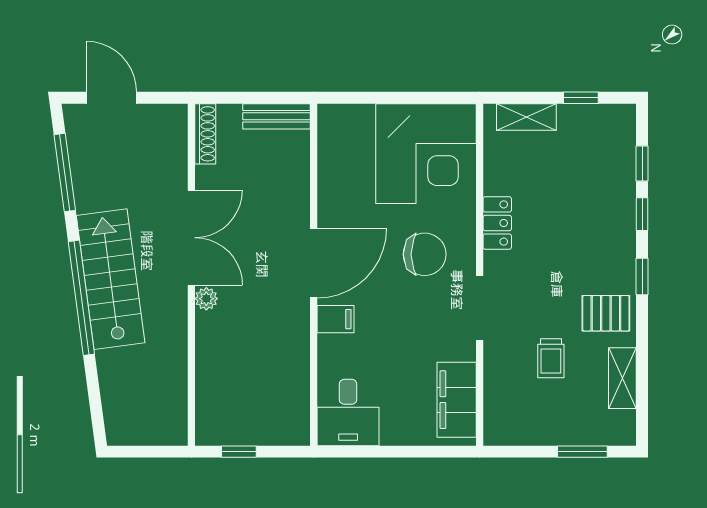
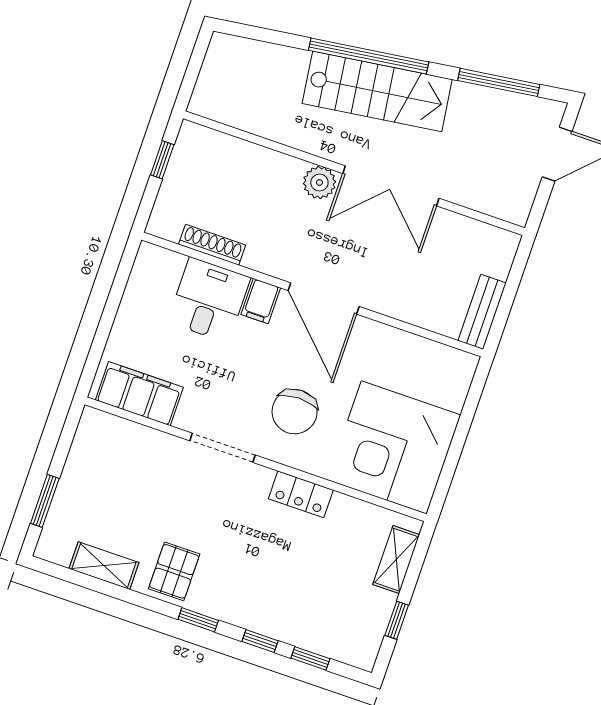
shoe rack: (205, 134) -> (212, 245), moved, turned 180
plant: (206, 299) -> (319, 183), width x1.38, depth x1.38
trolley: (551, 358) -> (148, 501), removed
desk: (348, 412) -> (209, 300), moved, turned 90

